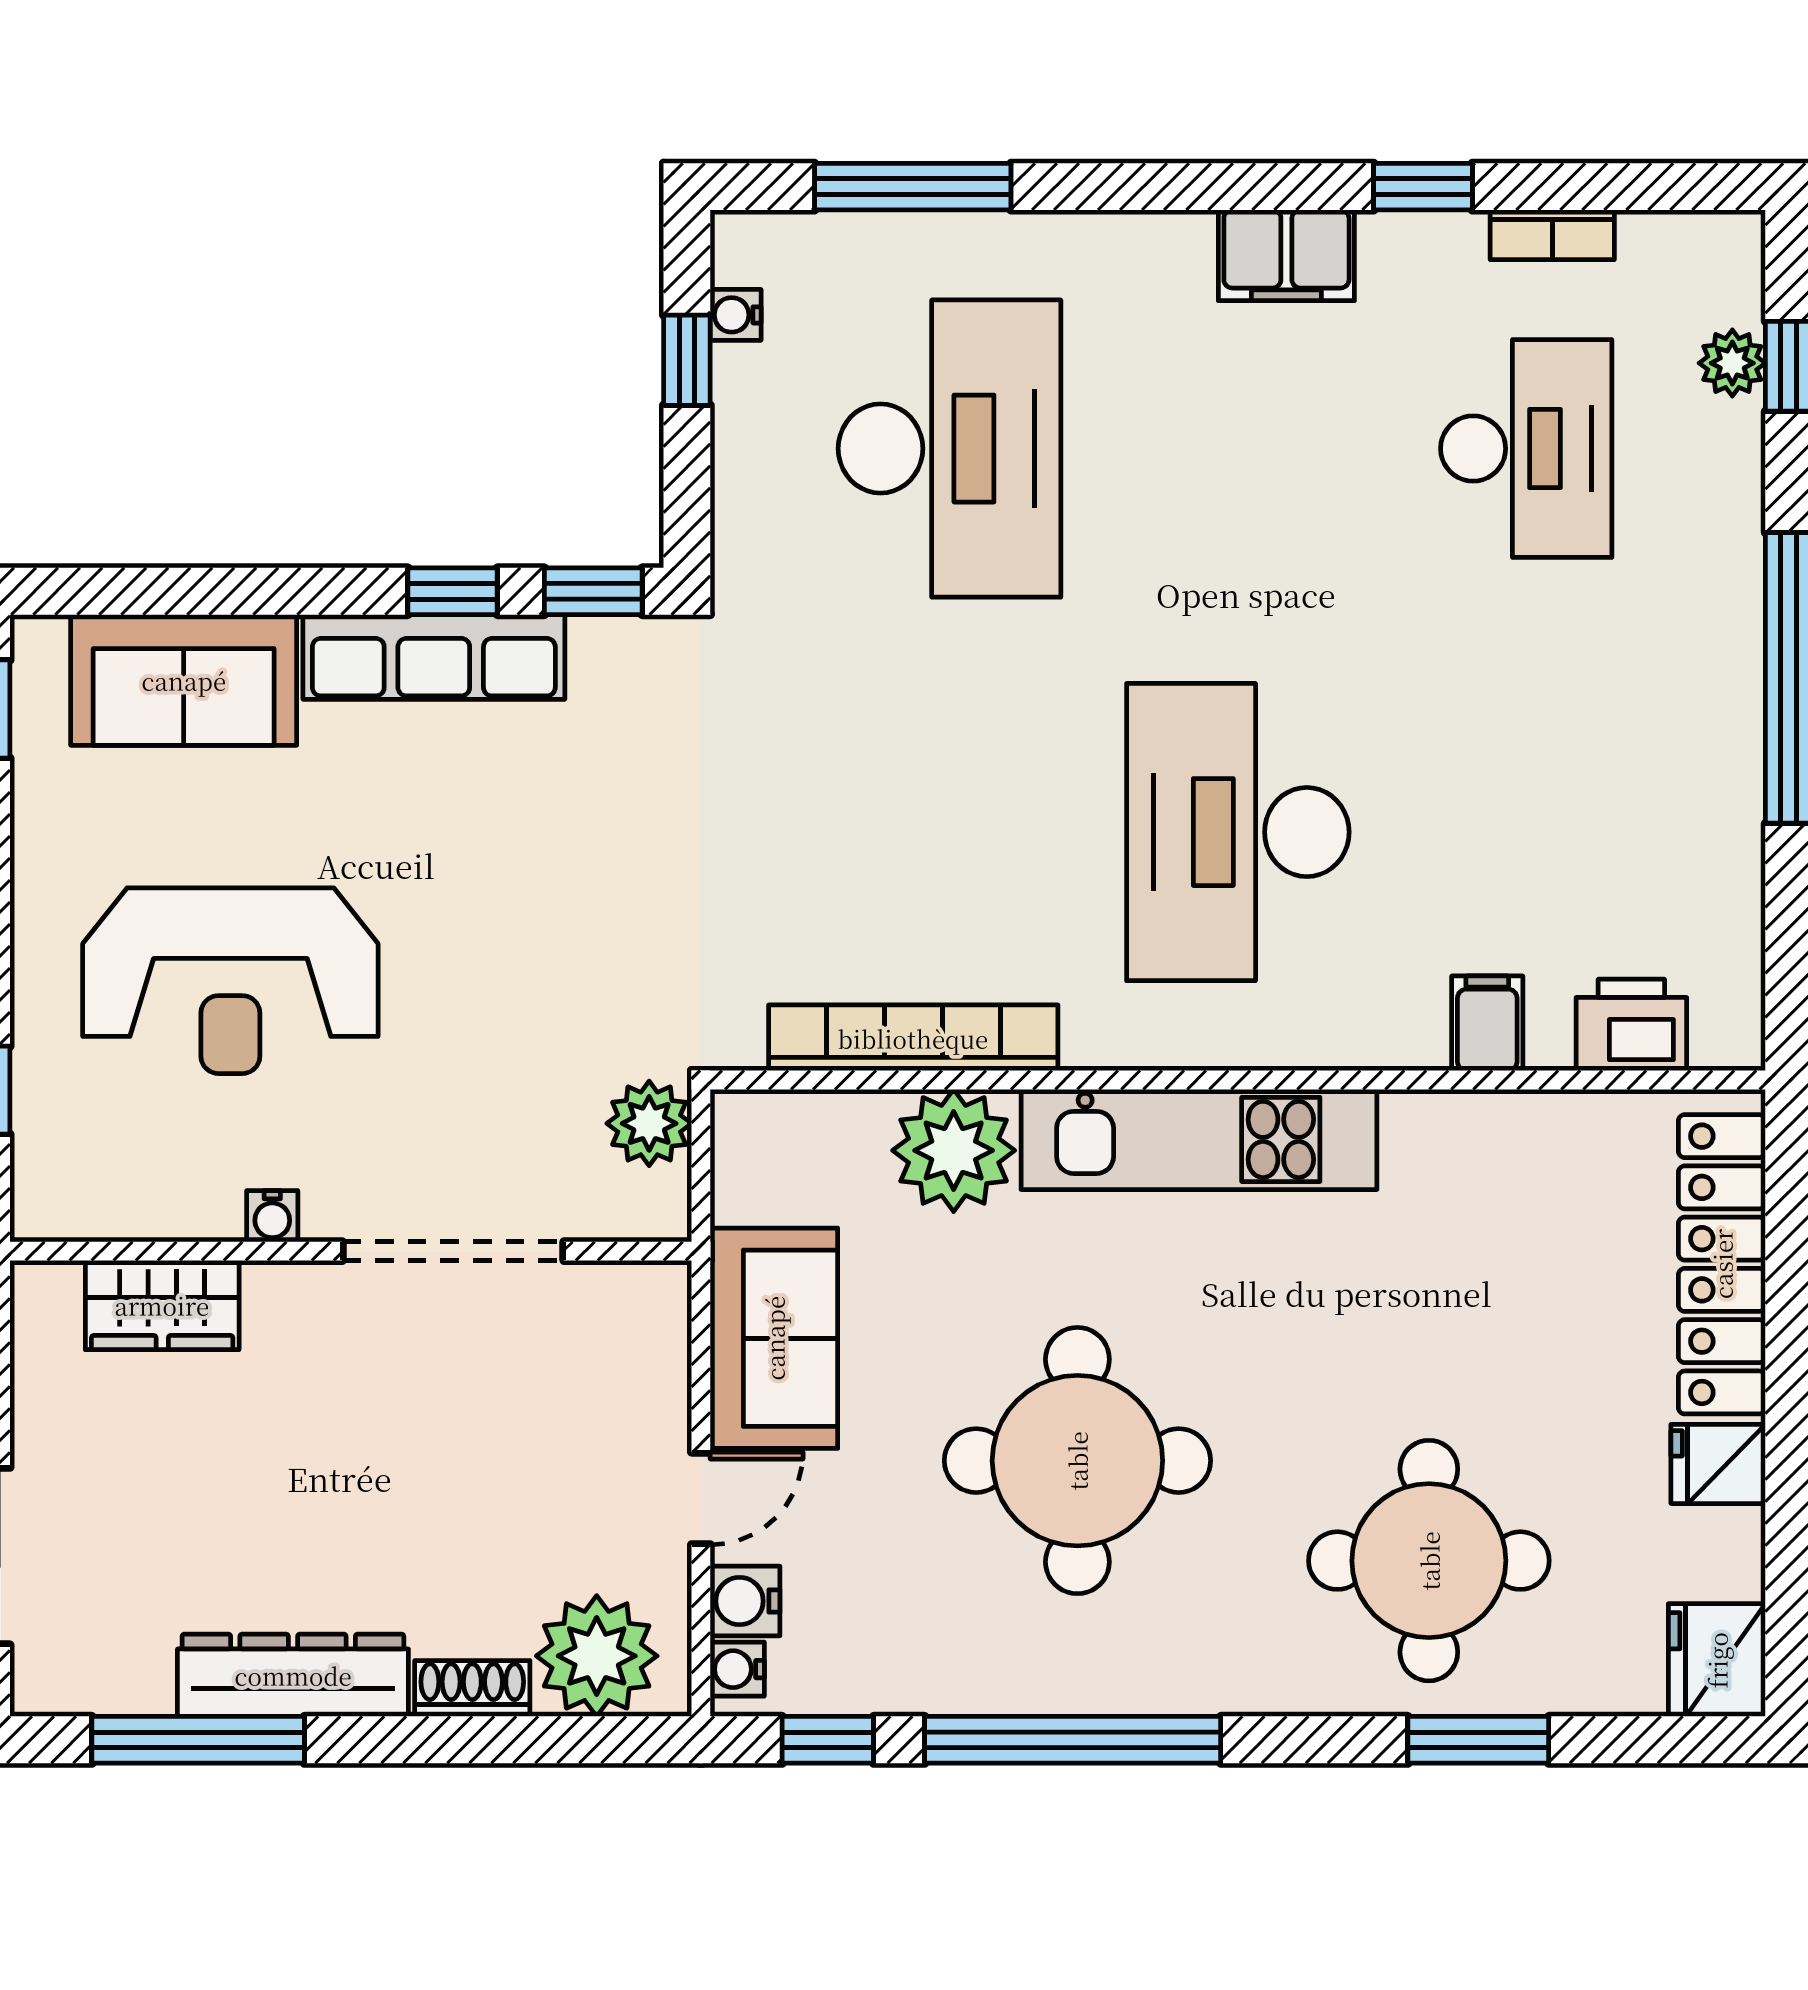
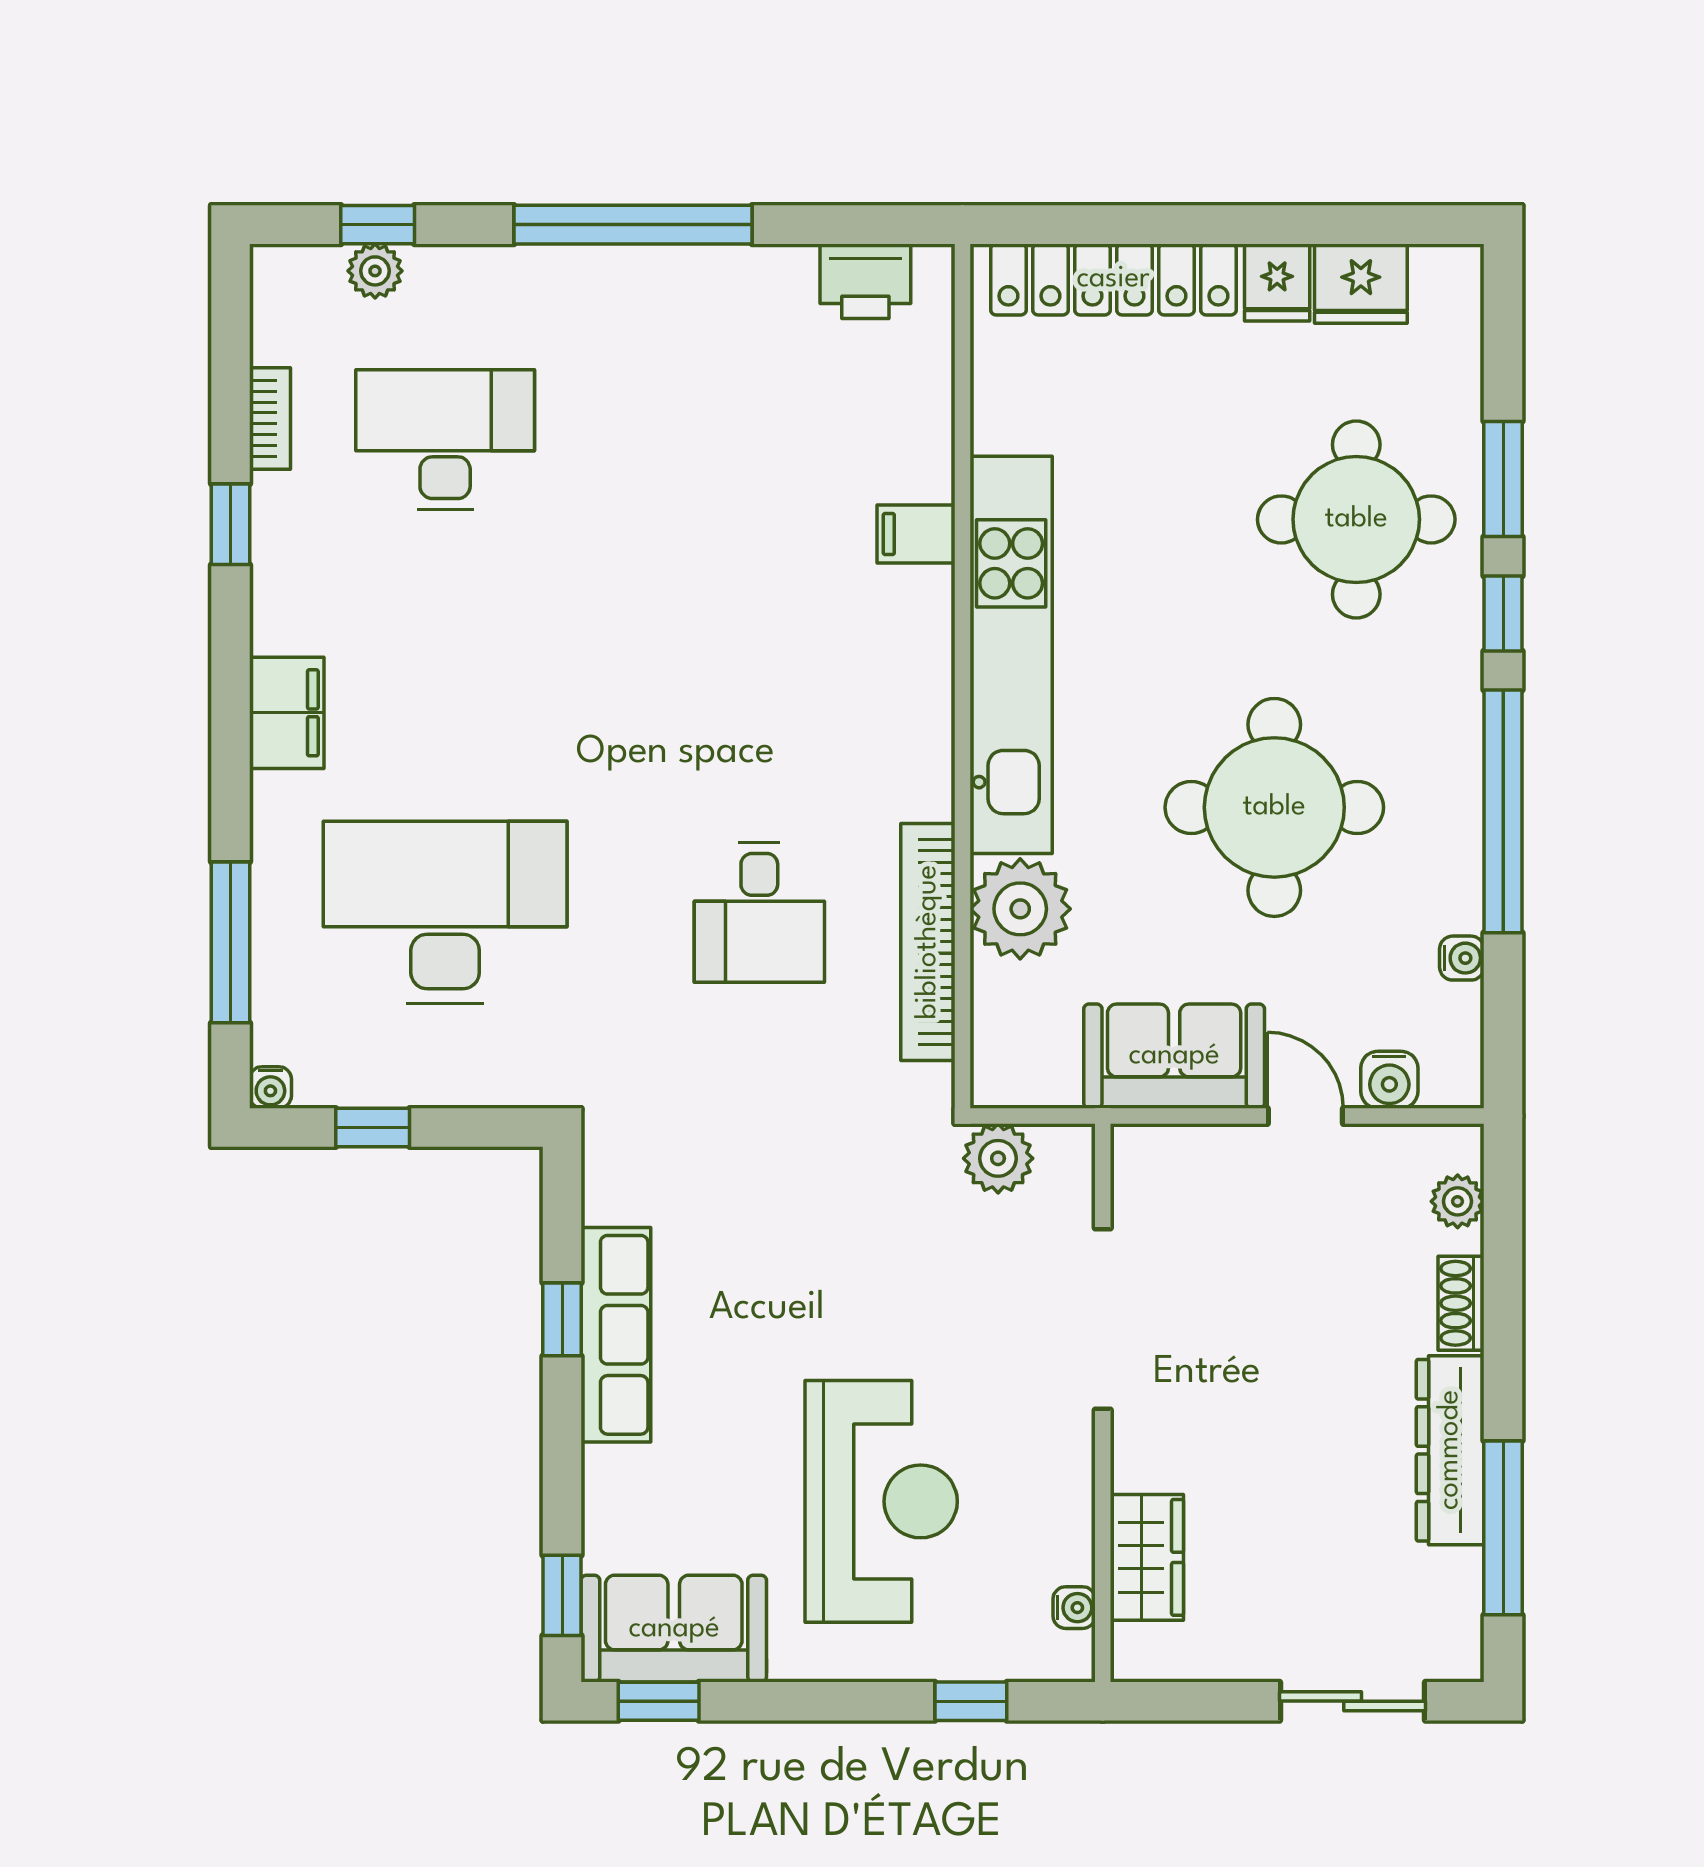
filing cabinet: (1286, 255) -> (287, 713), moved
water cooler: (736, 315) -> (270, 1087), moved
window: (593, 591) -> (562, 1595), moved
sofa: (184, 680) -> (674, 1629), moved, turned -90
desk: (1238, 832) -> (759, 912), moved, width x0.53, depth x0.77
filing cabinet: (1487, 1023) -> (916, 534), moved
printer: (1631, 1025) -> (865, 281), moved, turned -90
kitchen unit: (1199, 1139) -> (1011, 655), width x1.36
water cooler: (272, 1216) -> (1074, 1608), moved
plant: (597, 1656) -> (1458, 1201), width x0.53, depth x0.53
fridge: (1717, 1660) -> (1361, 284), moved
water cooler: (737, 1669) -> (1462, 958), moved, turned -90
window: (828, 1740) -> (1503, 614), moved

